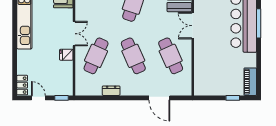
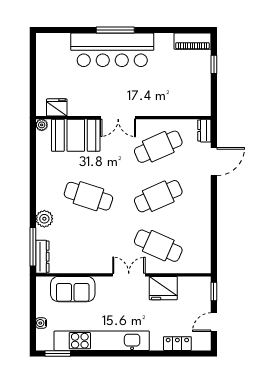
fridge: (66, 55) -> (163, 288), width x1.88, depth x1.34
locker: (22, 85) -> (177, 344), moved
dresser: (111, 91) -> (204, 131), moved

